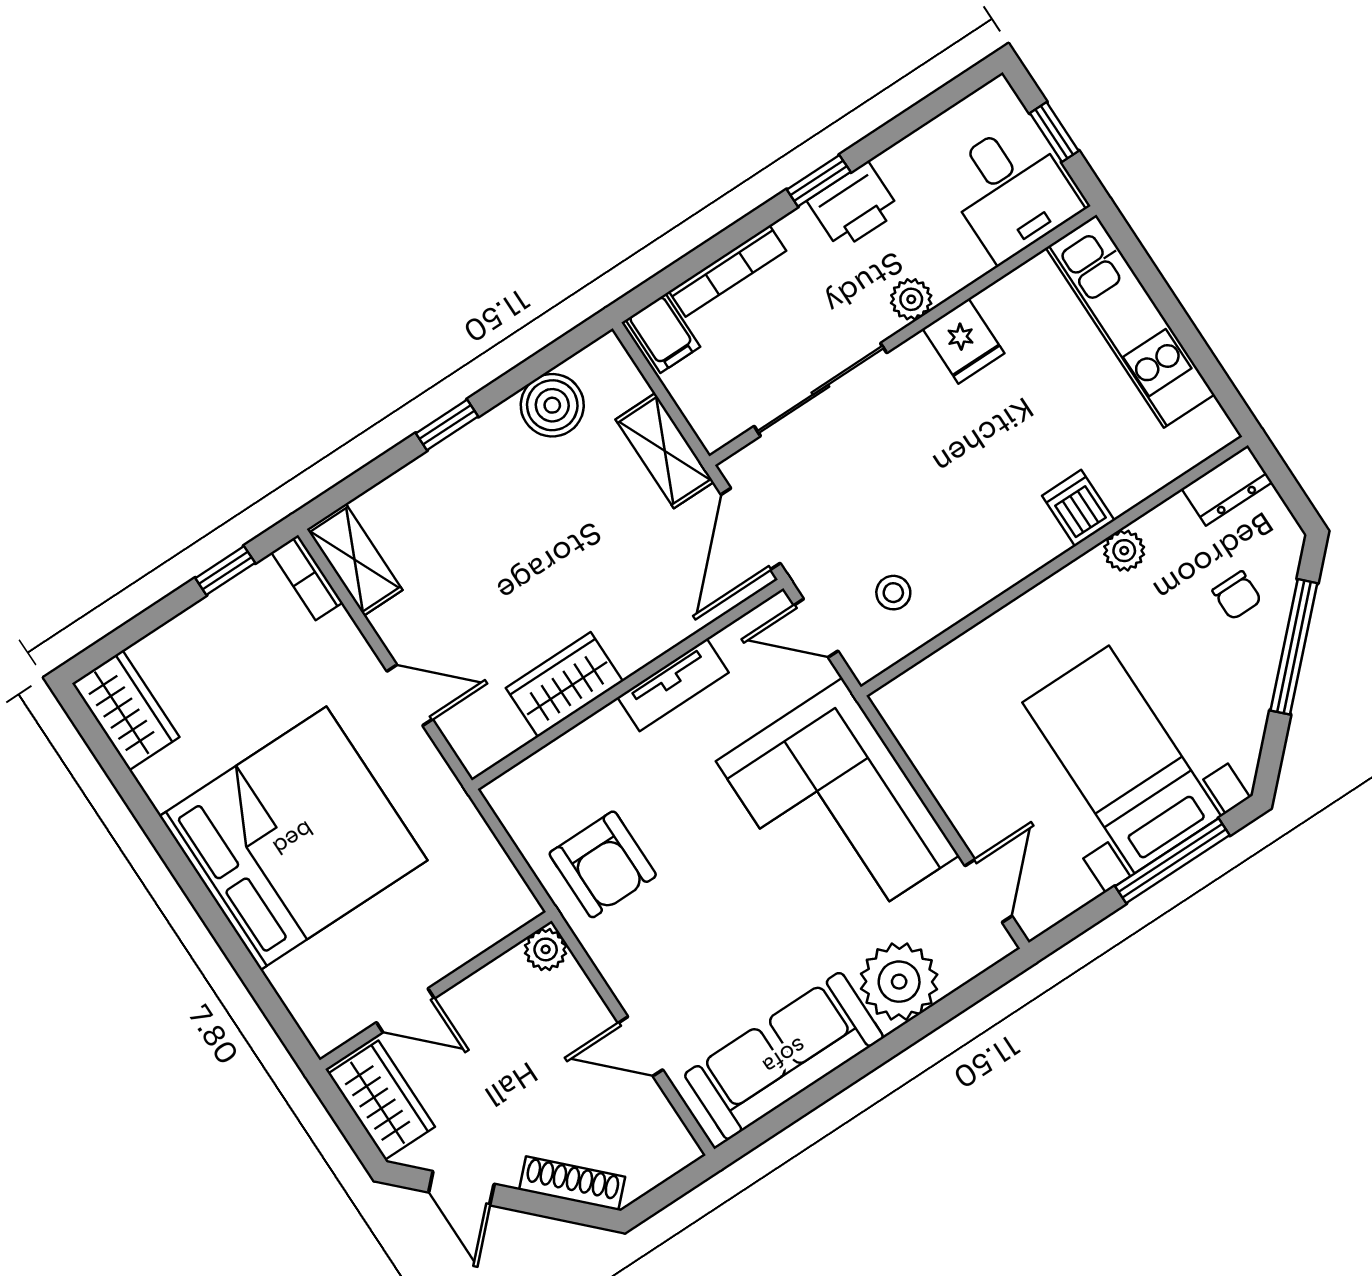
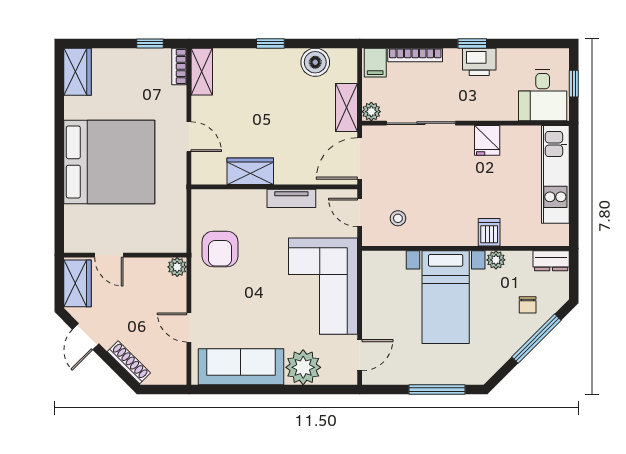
plant: (911, 299) -> (371, 112), moved
bed with nightstands: (1122, 759) -> (446, 297), moved, turned 180

